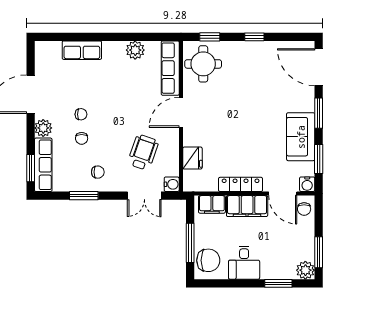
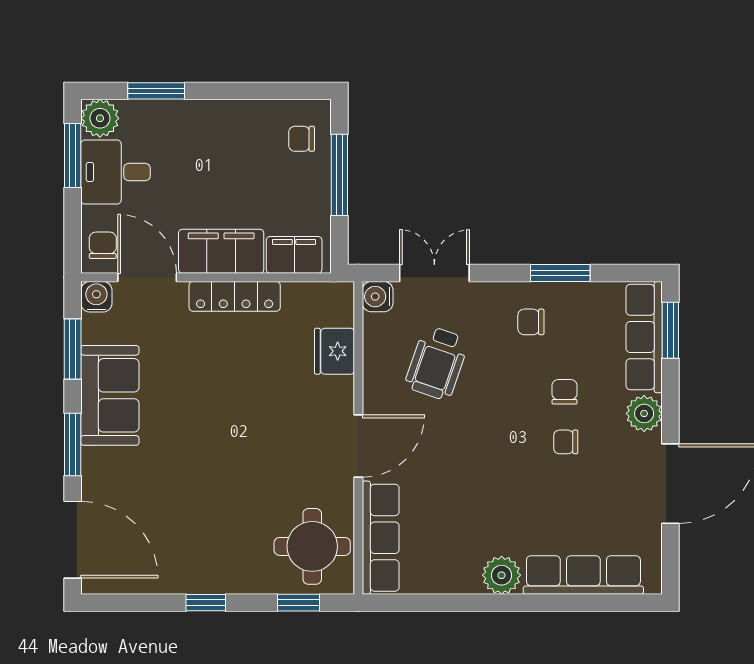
row of seats: (82, 50) -> (583, 575), width x1.48
plant: (135, 50) -> (502, 575), moved
chair: (208, 260) -> (302, 139), width x0.54, depth x0.54
desk: (244, 263) -> (116, 172), moved, turned -90

